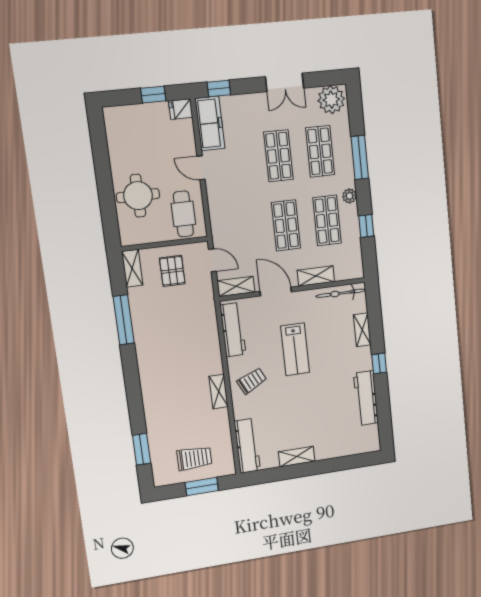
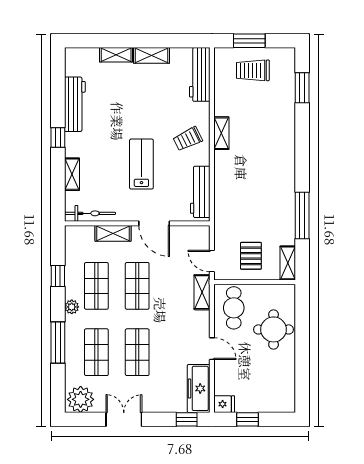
shelving: (236, 286) -> (202, 292), moved, turned 90
shelving: (331, 452) -> (116, 55), added

